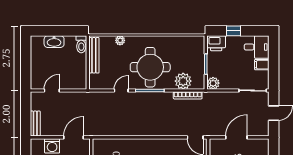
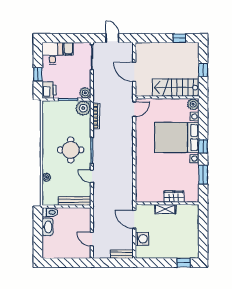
washbasin: (54, 42) -> (48, 227), moved
bench: (94, 55) -> (75, 201), moved
round table: (150, 67) -> (71, 150), width x0.73, depth x0.73
plant: (183, 81) -> (83, 108), moved

